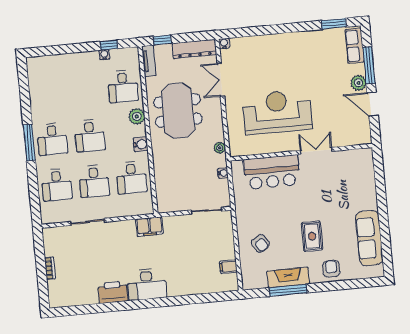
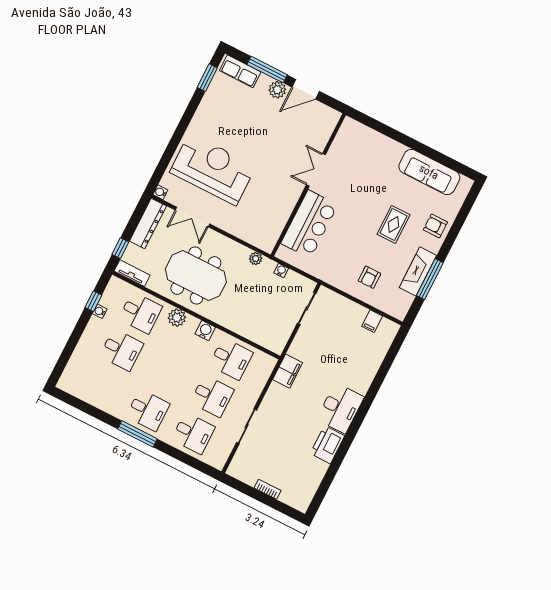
reception desk: (277, 112) -> (213, 169), moved, turned 90
desk: (90, 136) -> (122, 350), moved
rug: (312, 236) -> (393, 225), turned 90
armchair: (260, 243) -> (369, 277), turned 124

